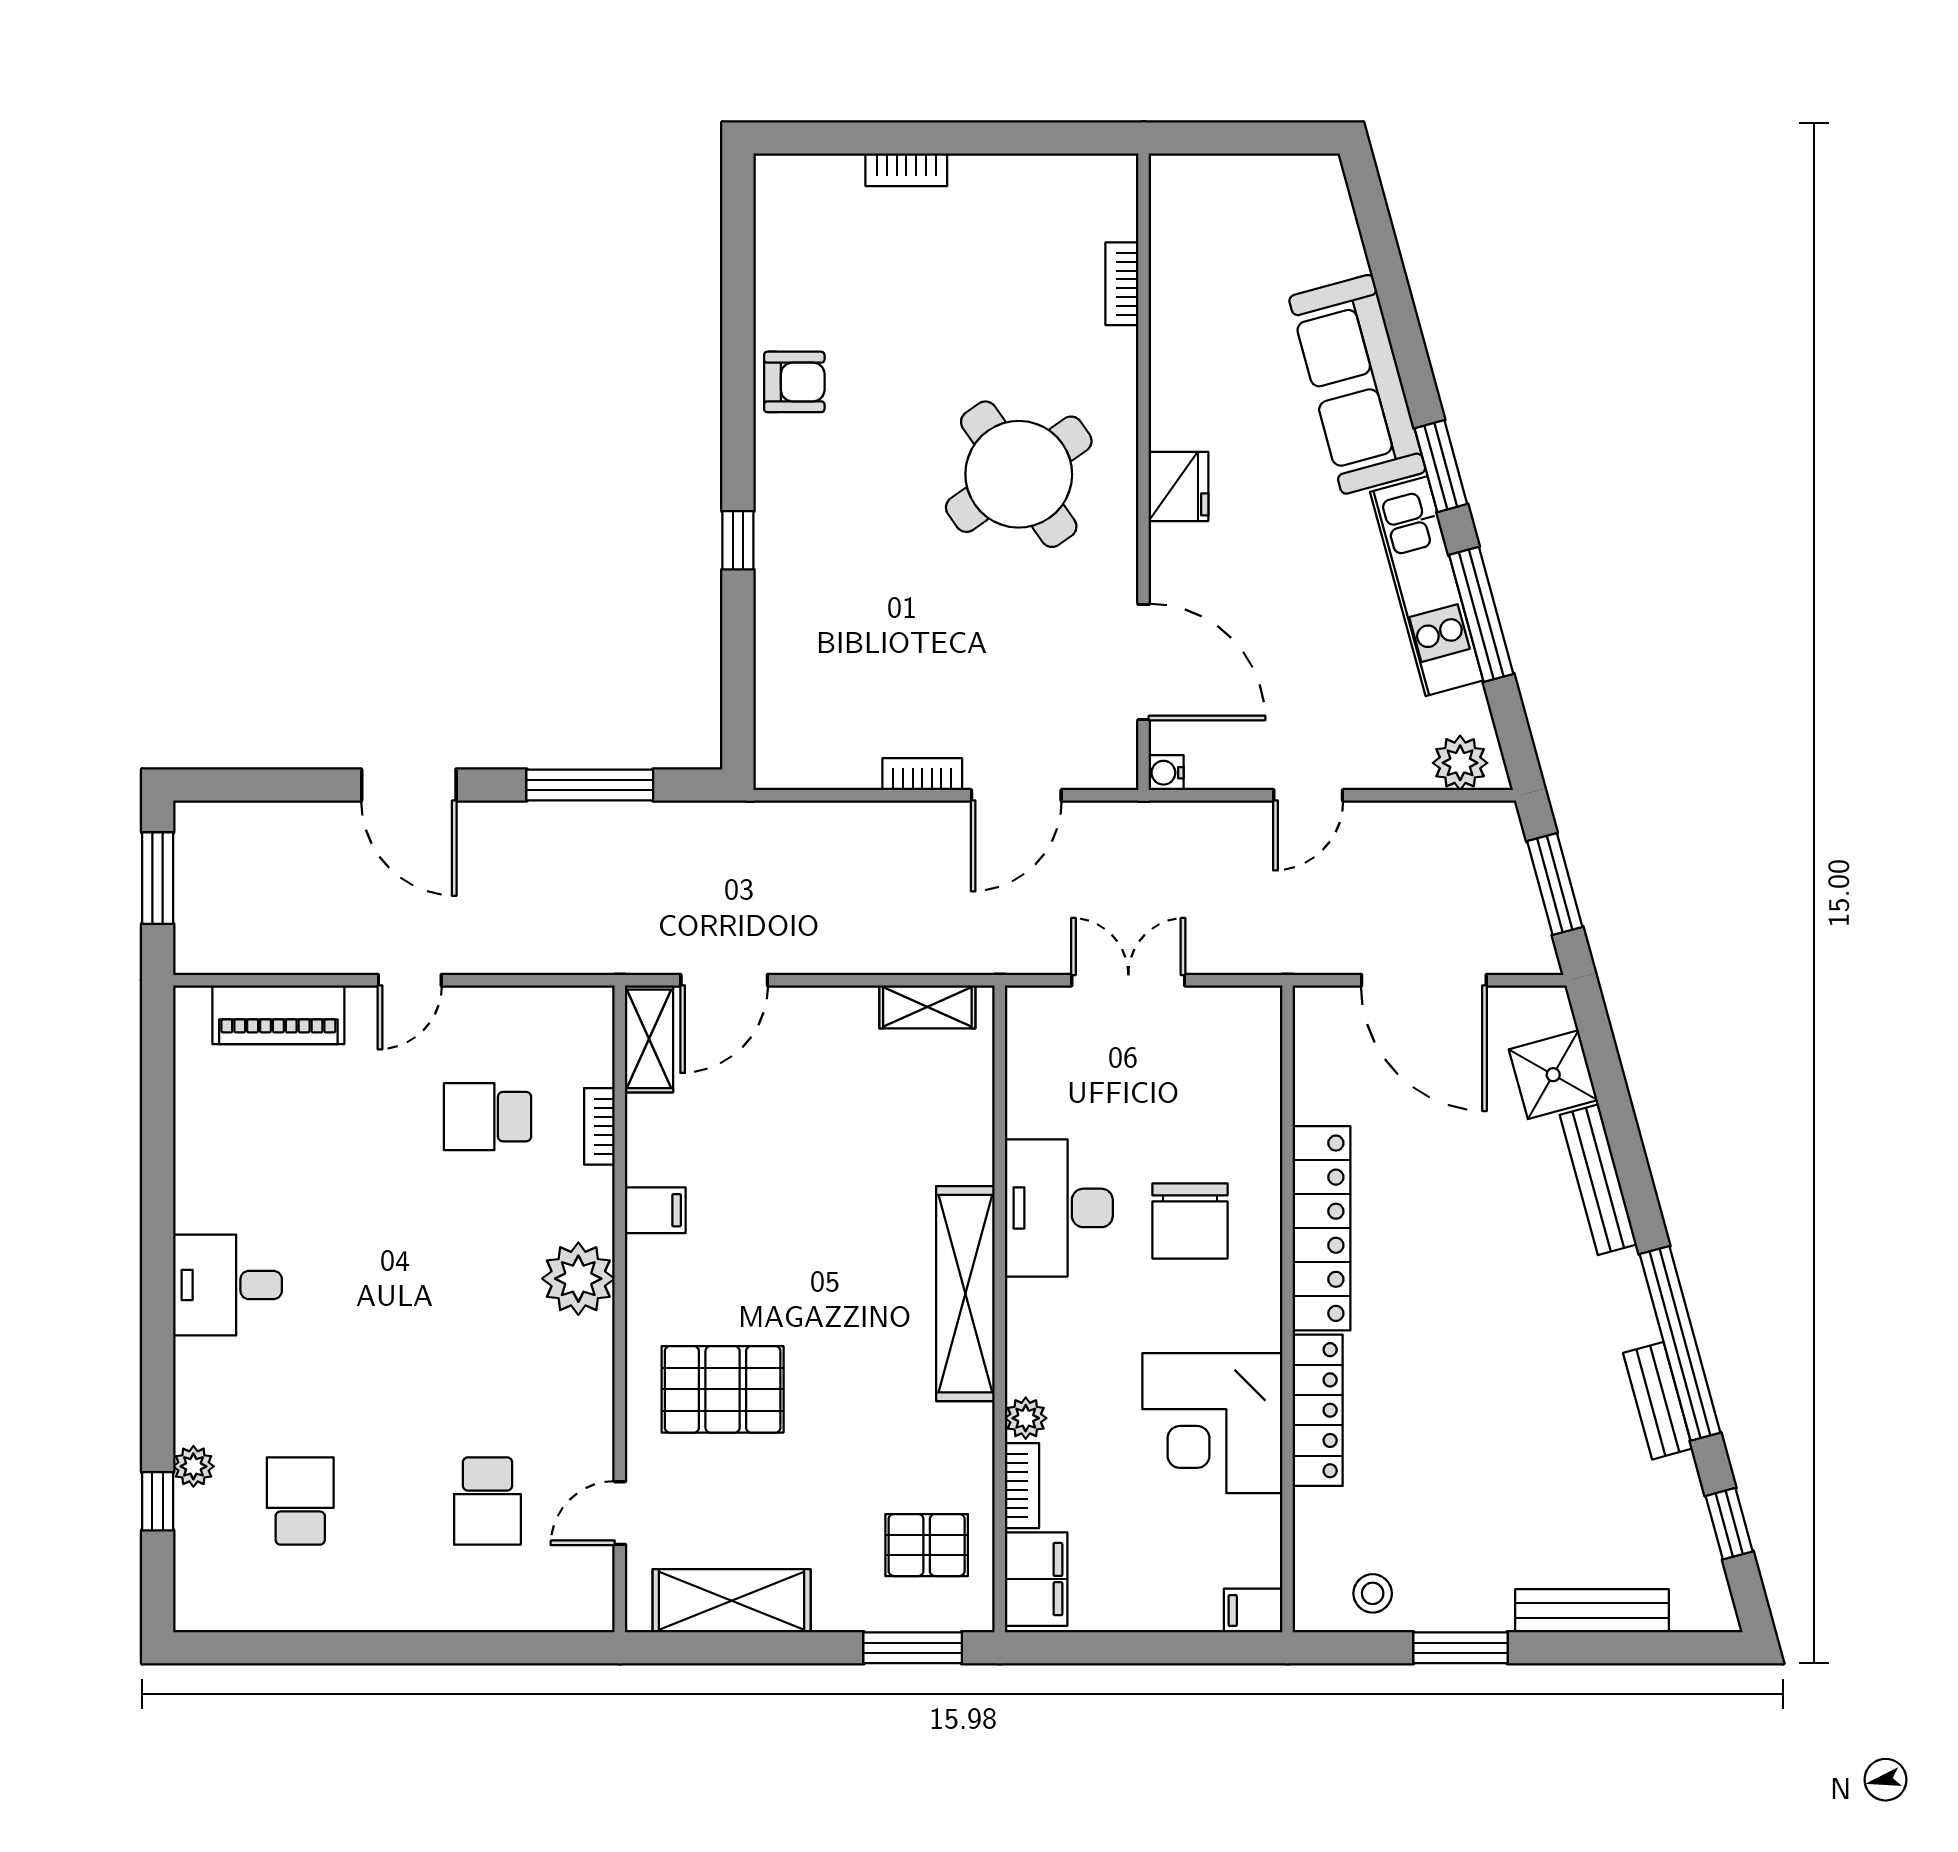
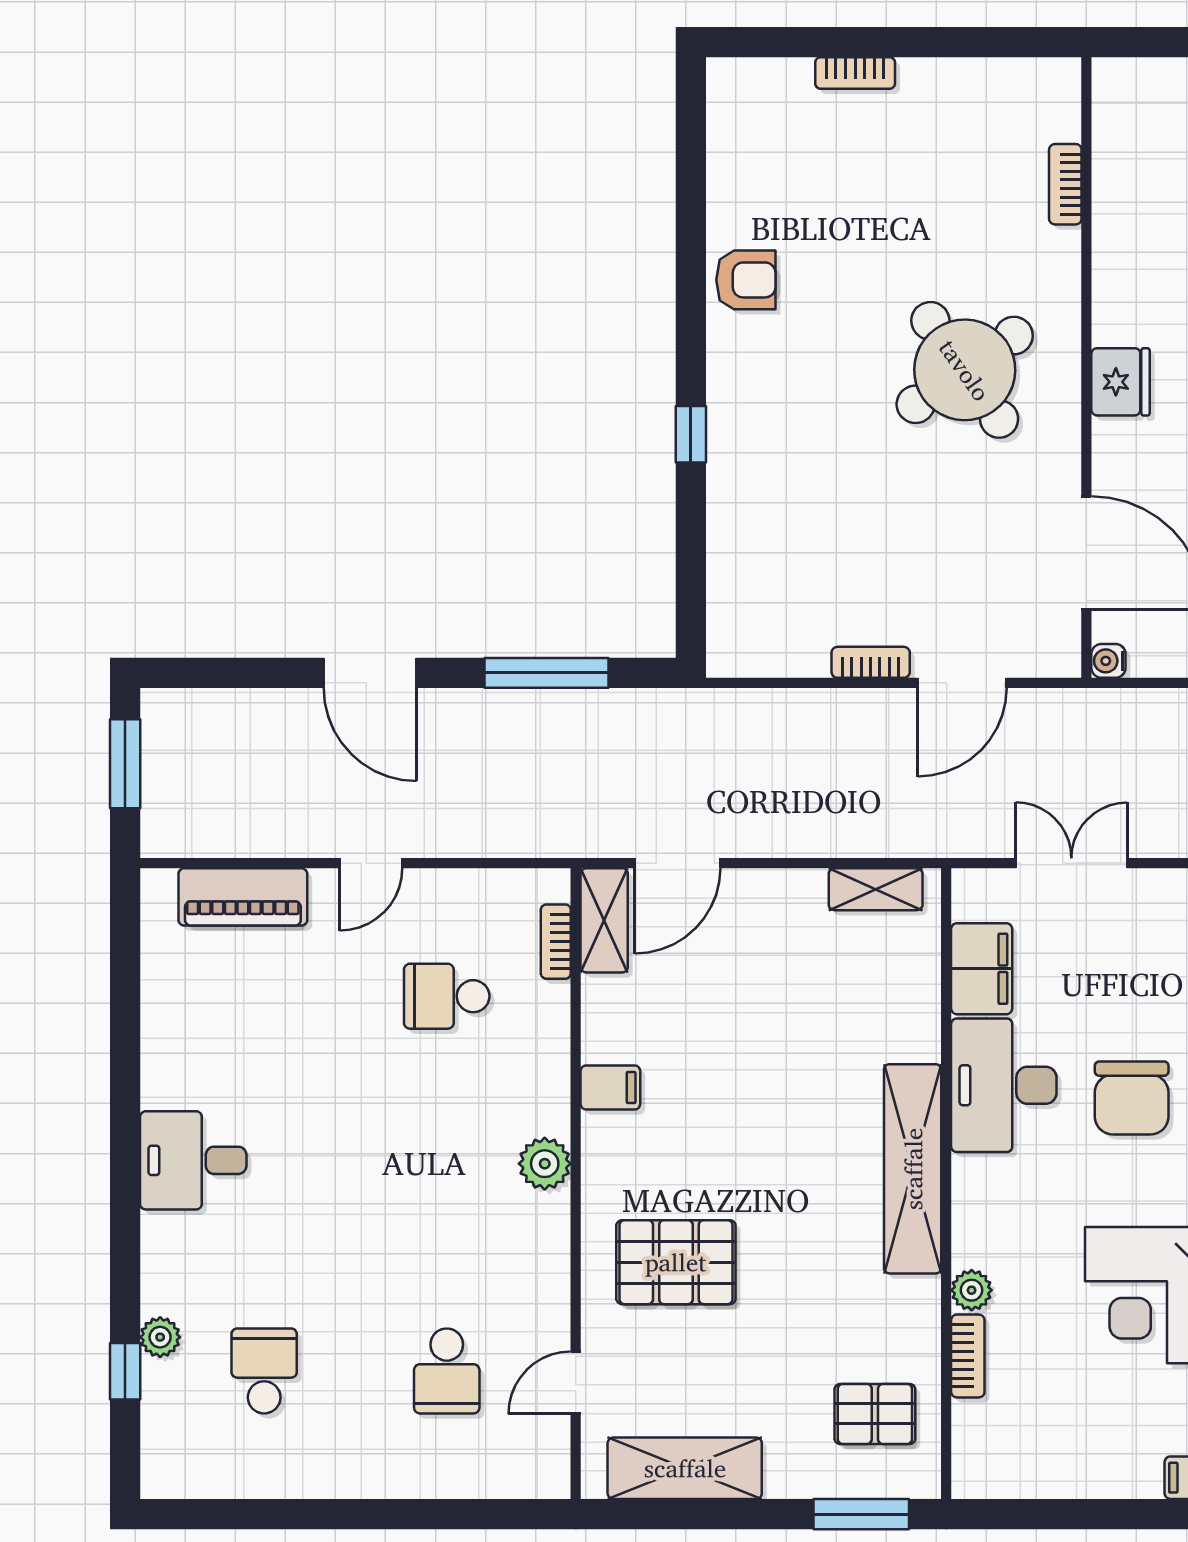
bookcase: (599, 1126) -> (556, 942), moved
plant: (578, 1279) -> (545, 1164), width x0.73, depth x0.73
filing cabinet: (1036, 1579) -> (982, 969), moved

